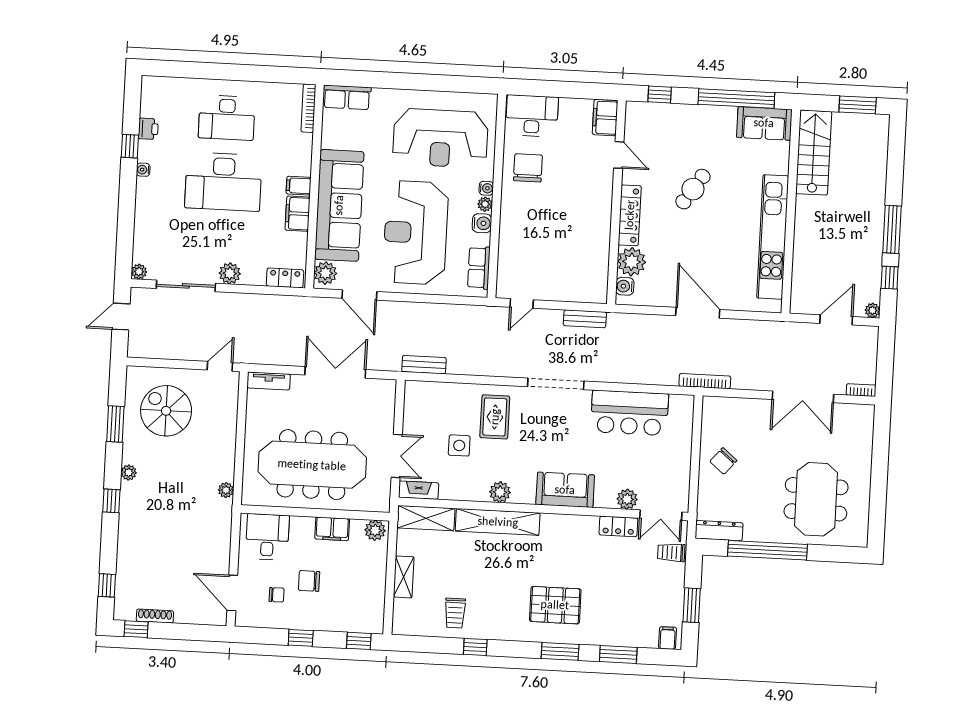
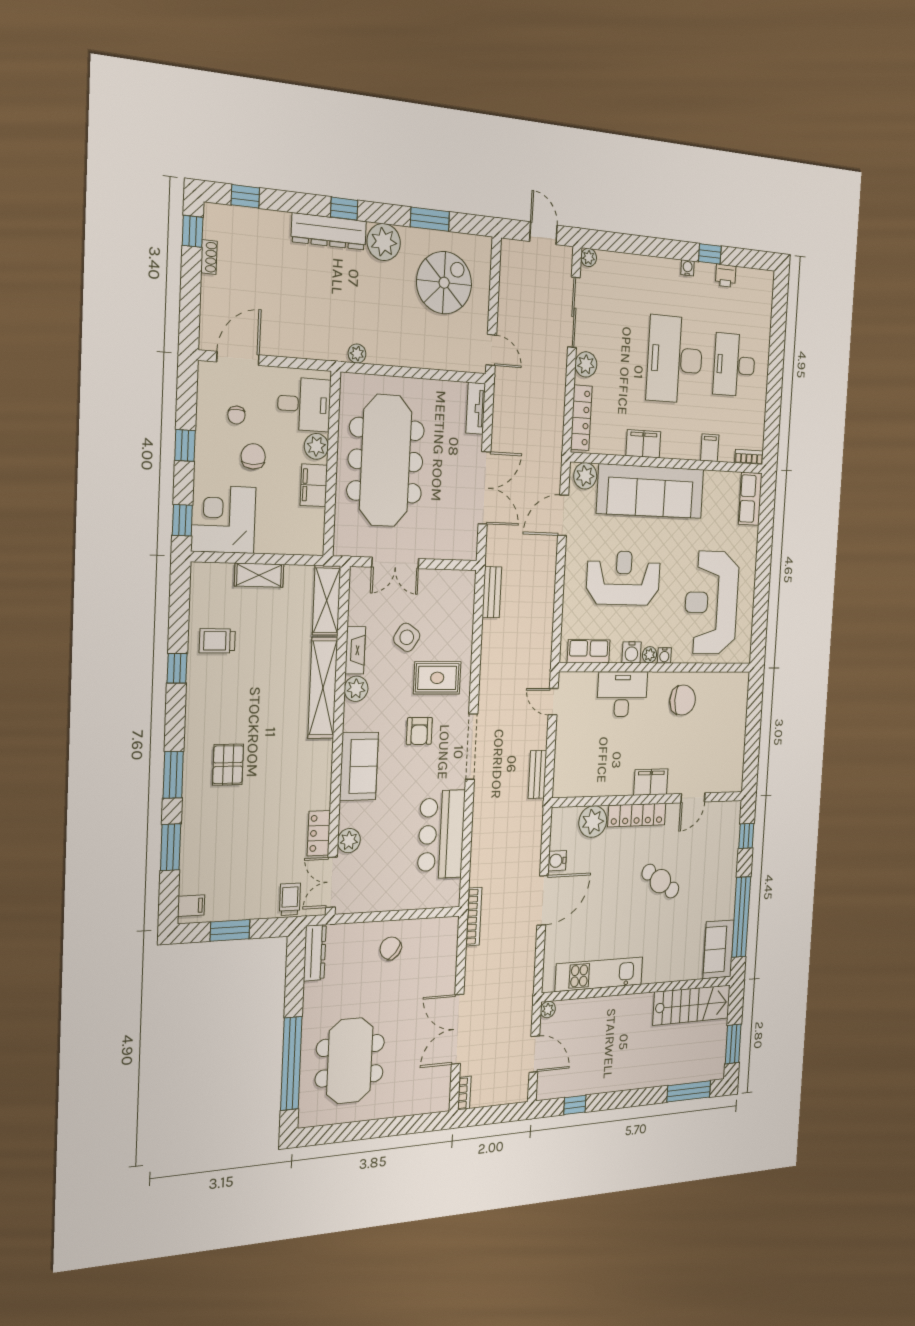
bookcase: (308, 108) -> (749, 457), width x0.64
desk: (532, 116) -> (622, 694), moved, turned -90
filing cabinet: (605, 118) -> (651, 782), moved
filing cabinet: (299, 186) -> (710, 448), moved
window: (892, 229) -> (689, 1091), moved
reception desk: (416, 233) -> (623, 578), width x0.74, depth x0.77
kitchen unit: (773, 237) -> (599, 974), width x0.73
locker: (285, 278) -> (581, 418), width x1.53
water cooler: (625, 286) -> (557, 861), moved, turned -90
plant: (872, 310) -> (548, 1010), moved
armchair: (539, 434) -> (419, 731), added
side table: (459, 445) -> (407, 637), turned 34
plant: (129, 472) -> (384, 242), width x1.88, depth x1.88
fireplace: (419, 490) -> (355, 650), moved
meeting table: (816, 499) -> (350, 1061), turned 90
dresser: (130, 514) -> (329, 231), added
plant: (375, 530) -> (316, 446), moved
window: (767, 550) -> (291, 1063), moved
pallet: (555, 605) -> (228, 765), width x0.67, depth x0.71
corner desk: (359, 607) -> (223, 519), added
shoe rack: (155, 616) -> (209, 257), width x0.70

